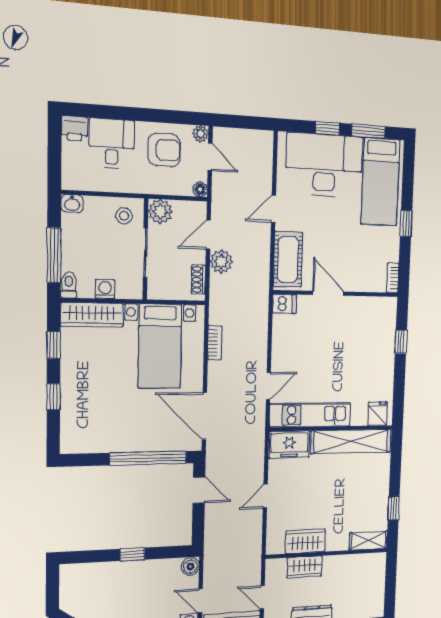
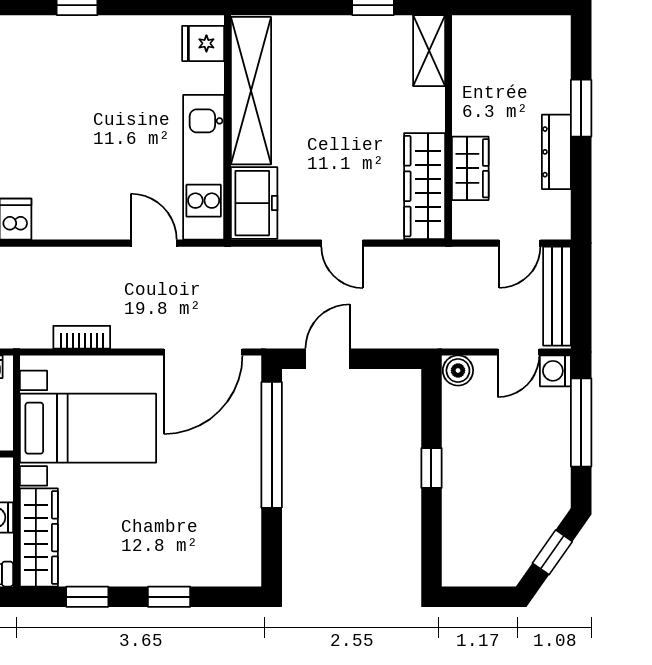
wardrobe: (305, 541) -> (425, 186), width x1.50

